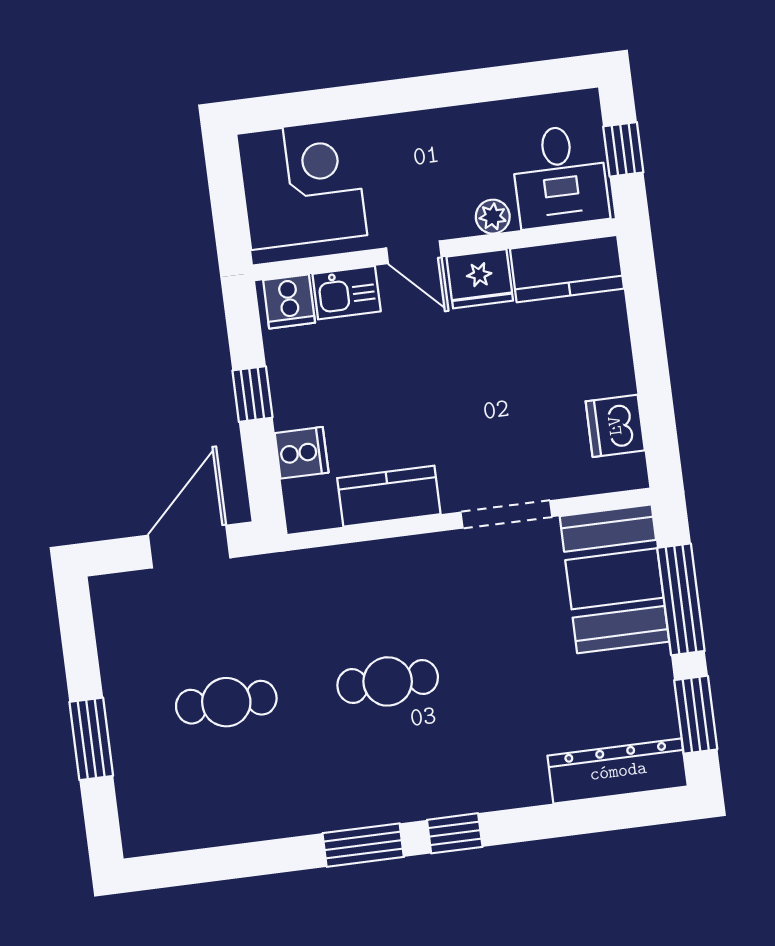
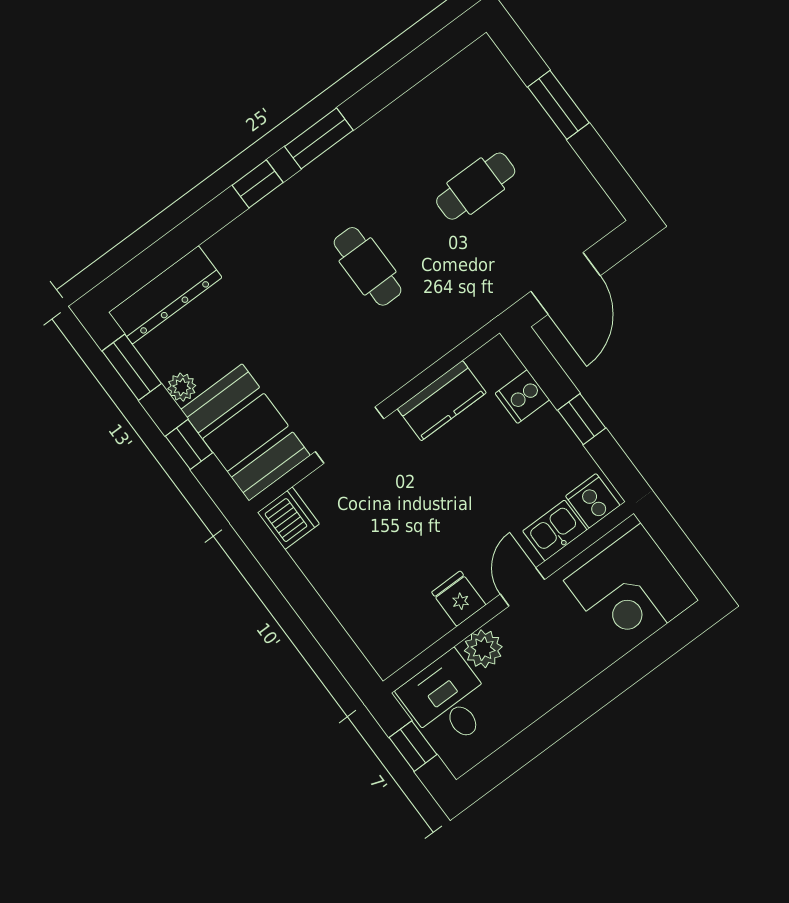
plant: (493, 217) -> (483, 649), width x1.38, depth x1.38
door: (414, 252) -> (522, 587), hinge flipped
kitchen counter: (567, 269) -> (405, 637), removed
fridge: (480, 279) -> (459, 599), width x0.72
dishwasher: (615, 426) -> (288, 518), moved
window: (681, 599) -> (189, 444), width x0.46
plant: (655, 664) -> (182, 387), added
cafe table: (388, 681) -> (368, 266), turned 90

